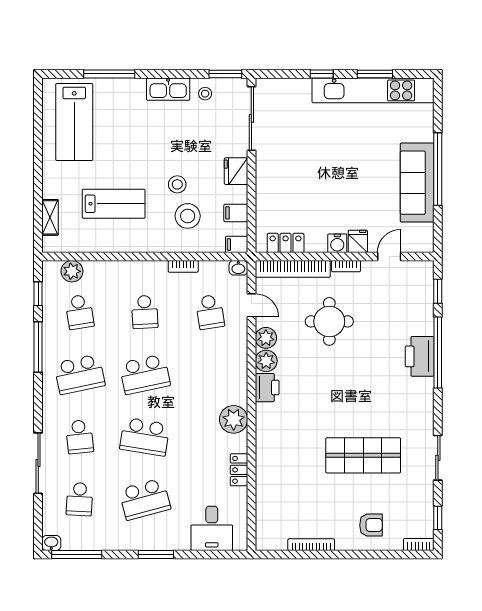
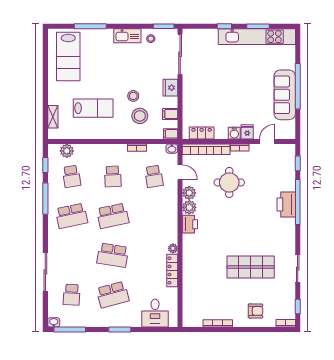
plant: (234, 419) -> (173, 248), width x0.53, depth x0.53
school desk: (80, 437) -> (72, 255), removed
locker: (239, 470) -> (172, 270), width x1.53

